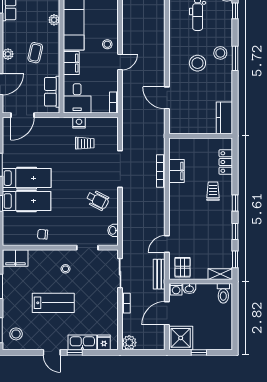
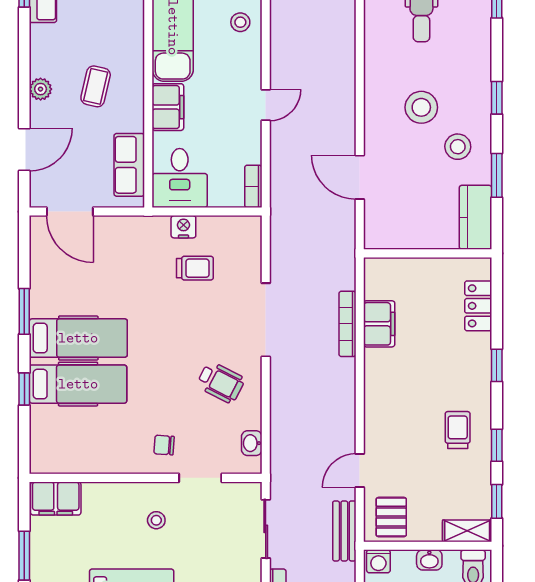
plant: (54, 20) -> (133, 21), removed
stool: (107, 44) -> (240, 22), moved
stool: (220, 53) -> (458, 147), moved
window: (235, 58) -> (497, 98), width x0.67
window: (235, 97) -> (497, 175), added
door: (22, 115) -> (70, 212), hinge flipped
trolley: (213, 191) -> (458, 430), moved
window: (235, 203) -> (497, 365), moved
chair: (43, 234) -> (164, 445), moved
washbasin: (189, 289) -> (429, 560), moved

